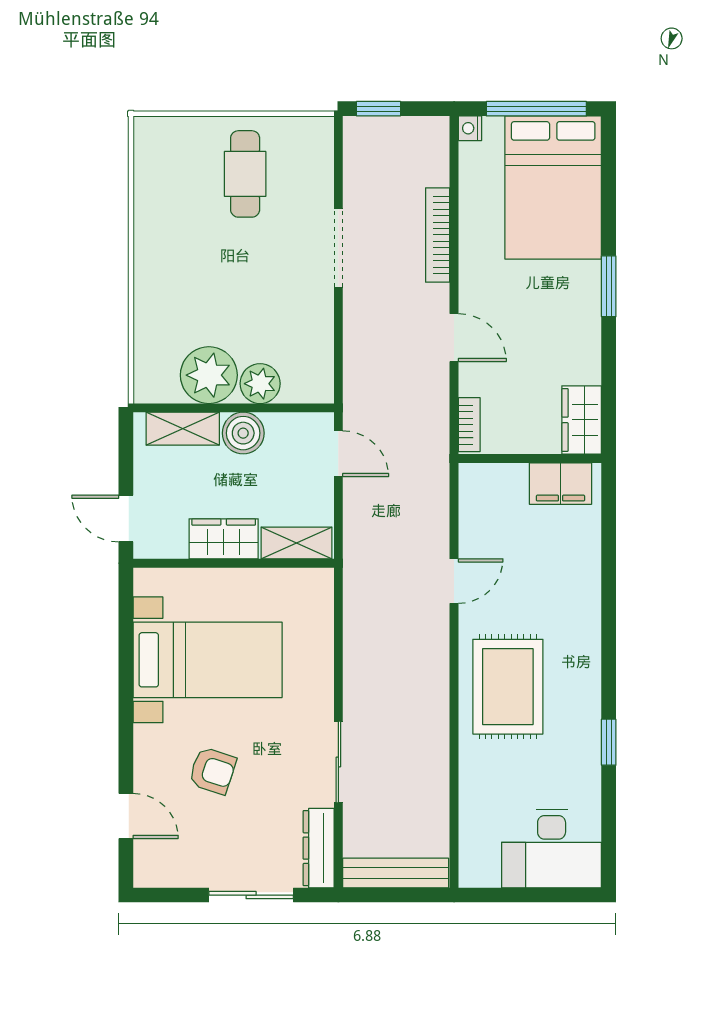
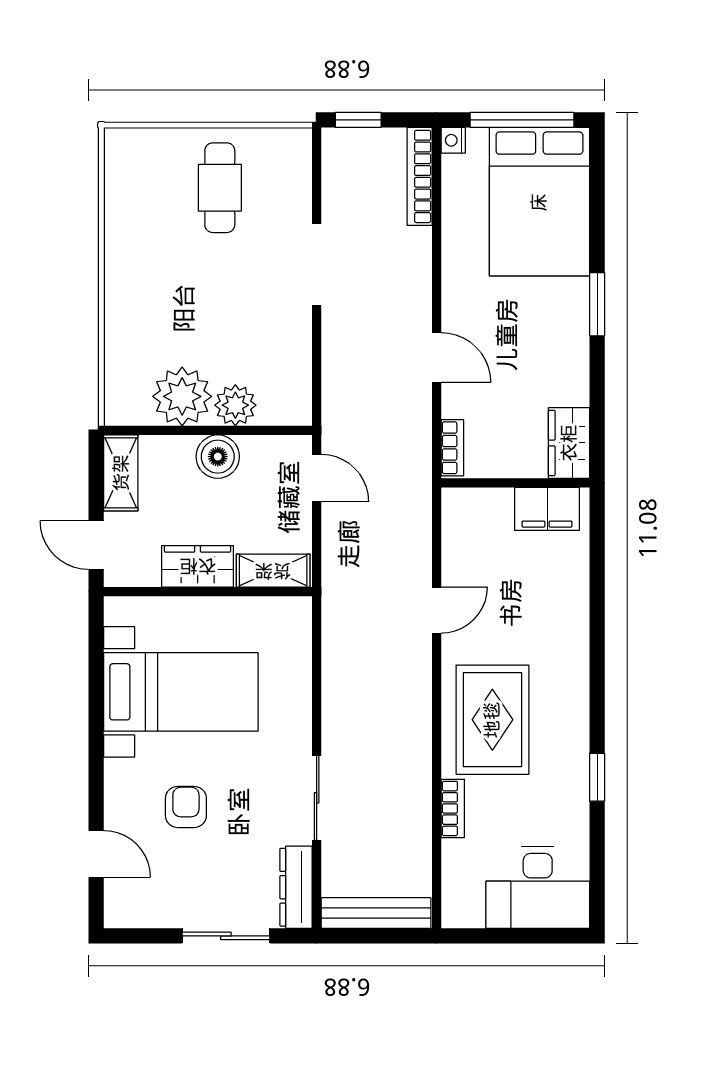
bookcase: (438, 235) -> (420, 176), moved
shelving: (183, 429) -> (121, 473), moved, turned 90
armchair: (212, 771) -> (186, 807), turned -108
bookcase: (470, 772) -> (453, 808), added

